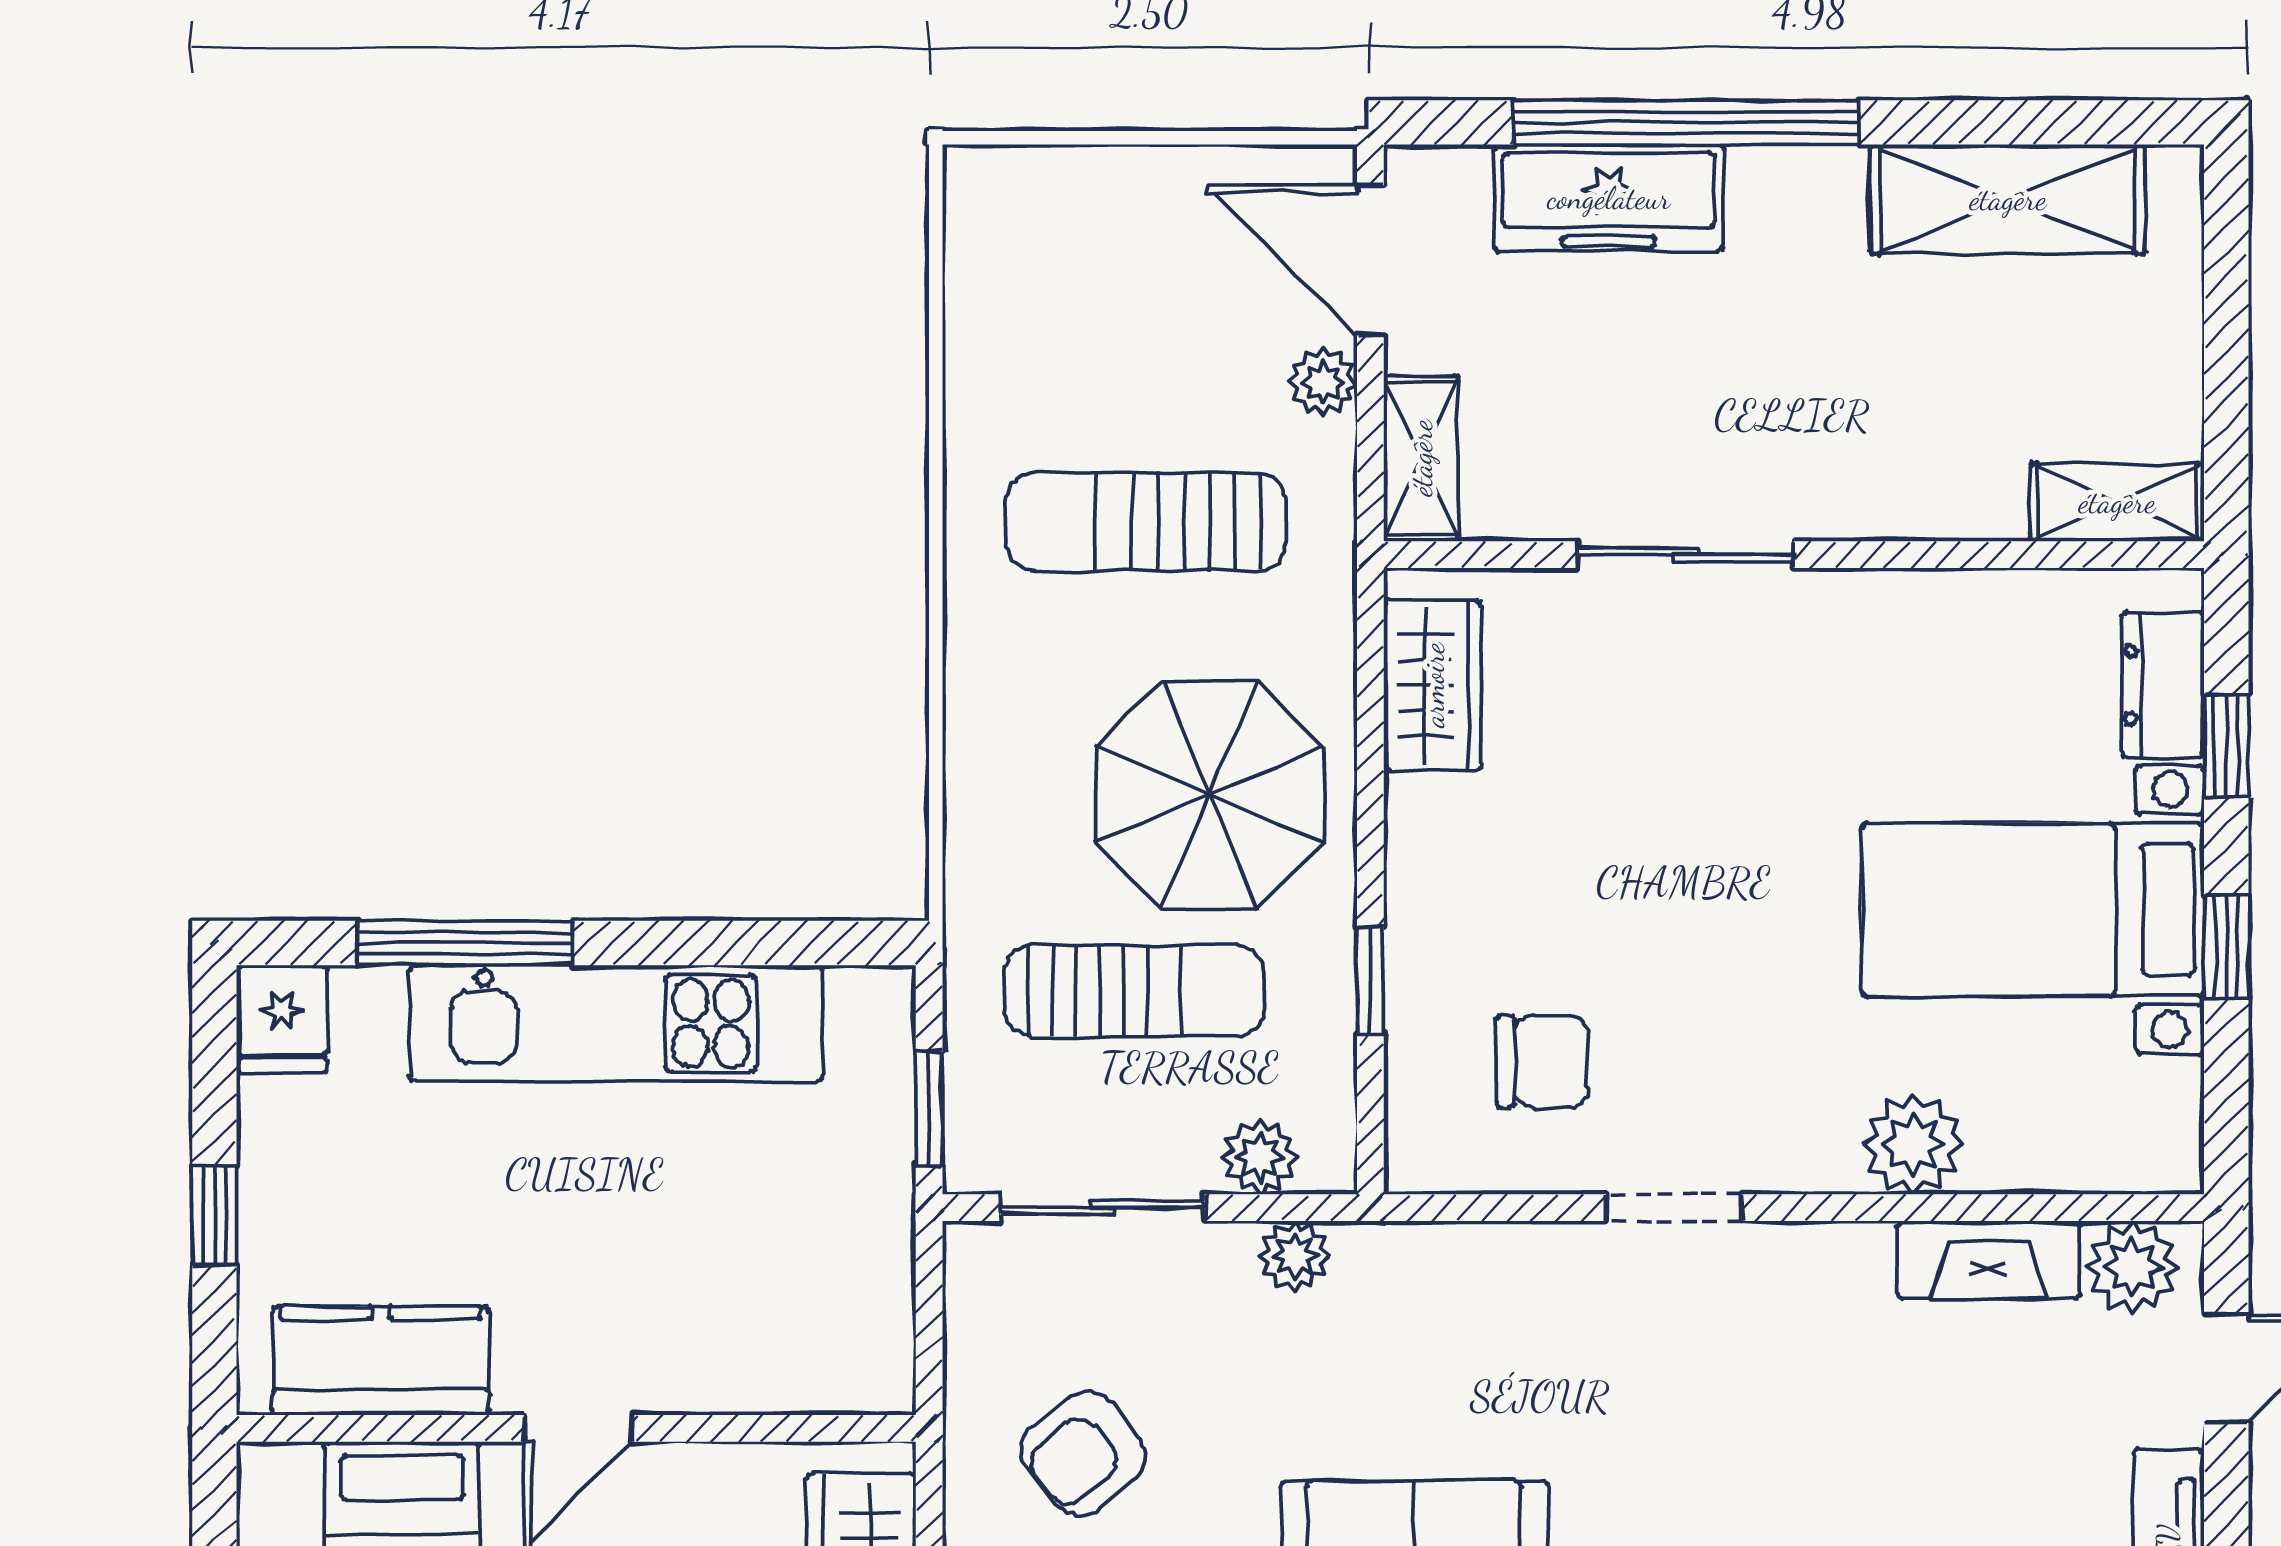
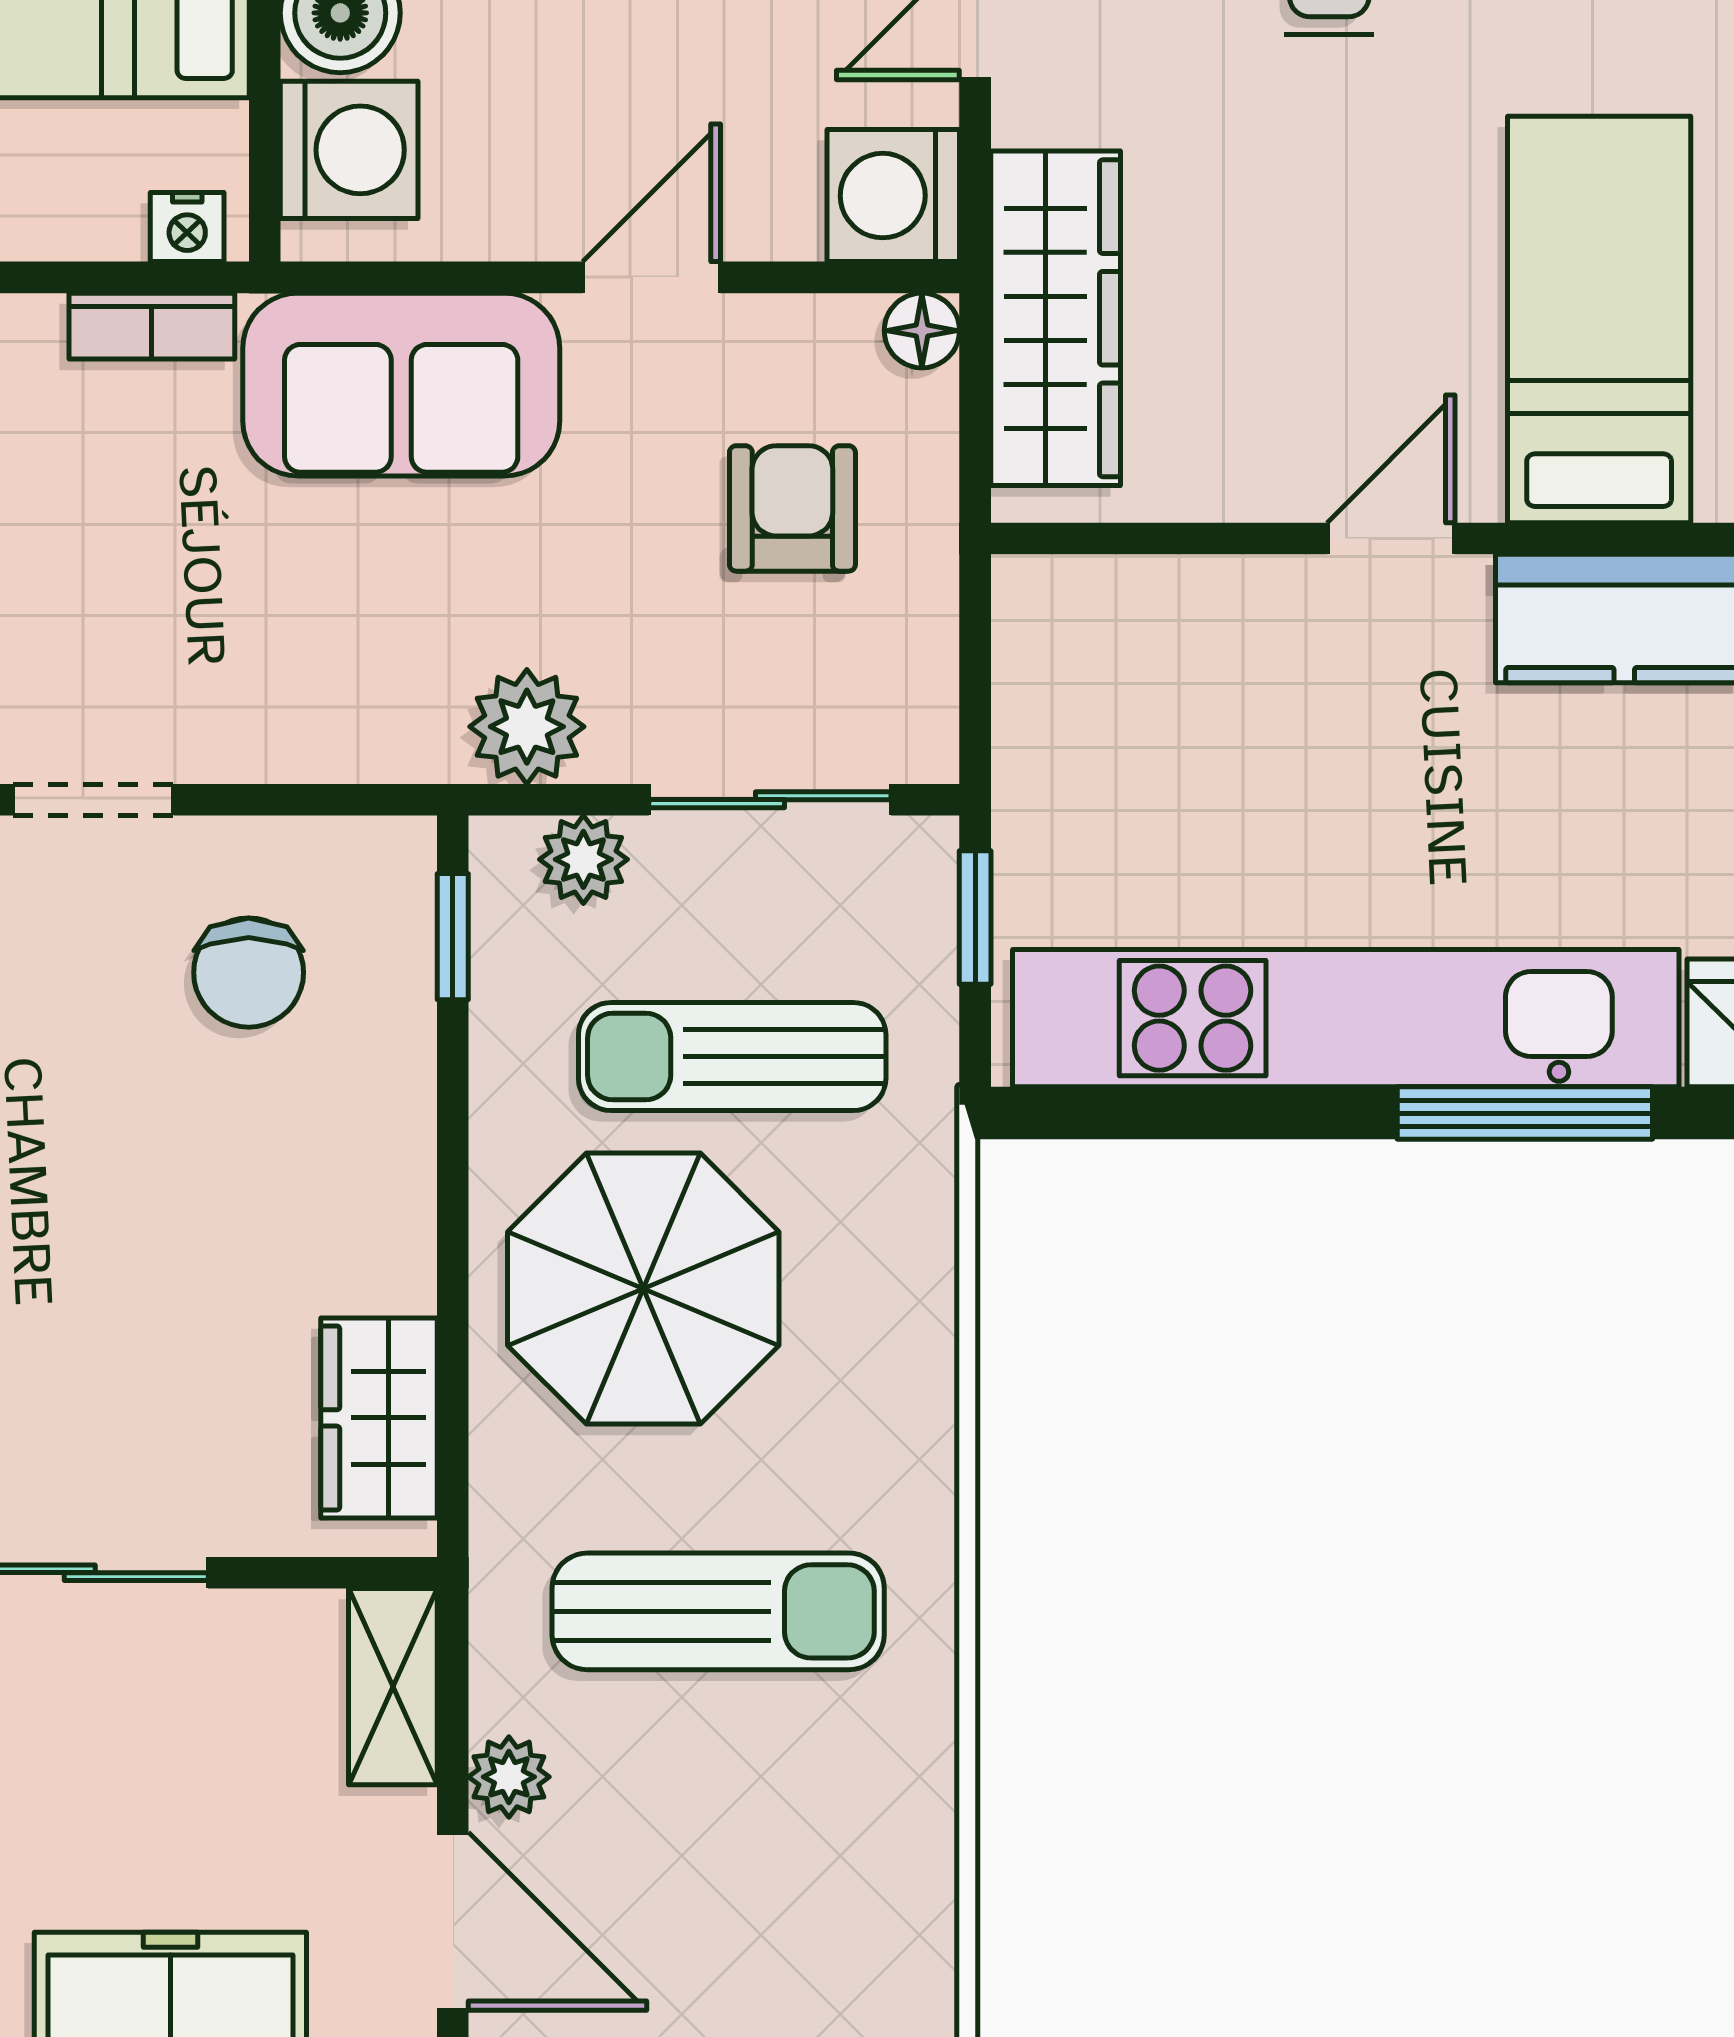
window: (1370, 980) -> (453, 937), moved
kitchen unit: (616, 1023) -> (1346, 1018), width x1.36
chair: (1543, 1062) -> (249, 973), turned -90
plant: (1294, 1256) -> (527, 727), width x1.38, depth x1.38
armchair: (1083, 1454) -> (792, 508), turned -51

